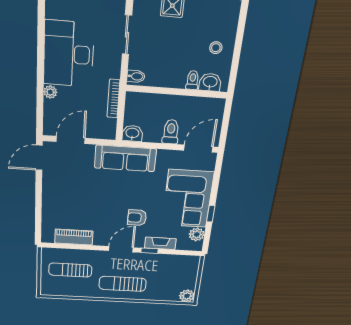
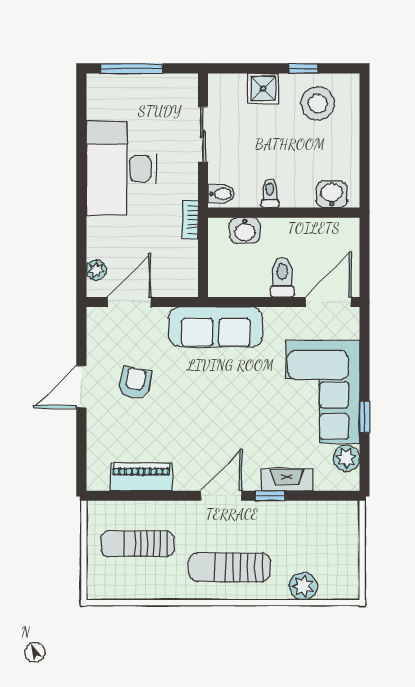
stool: (216, 48) -> (318, 103), moved, width x1.89, depth x1.89
toilet: (193, 80) -> (270, 193), moved
plant: (50, 92) -> (96, 270), moved
bookcase: (113, 99) -> (190, 220), width x0.64
washbasin: (132, 133) -> (245, 230), moved, turned 180
door: (39, 158) -> (81, 387), moved
armchair: (137, 218) -> (135, 383), moved, turned 101
plant: (187, 296) -> (303, 586), moved

